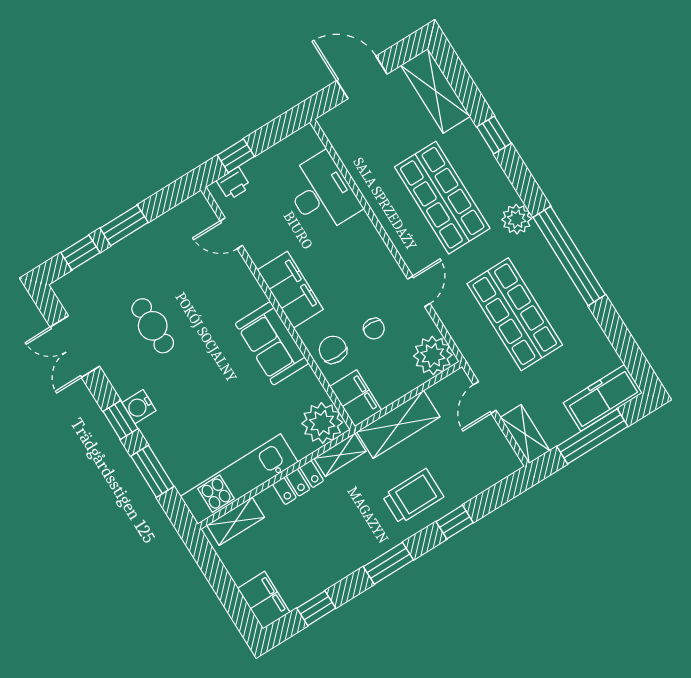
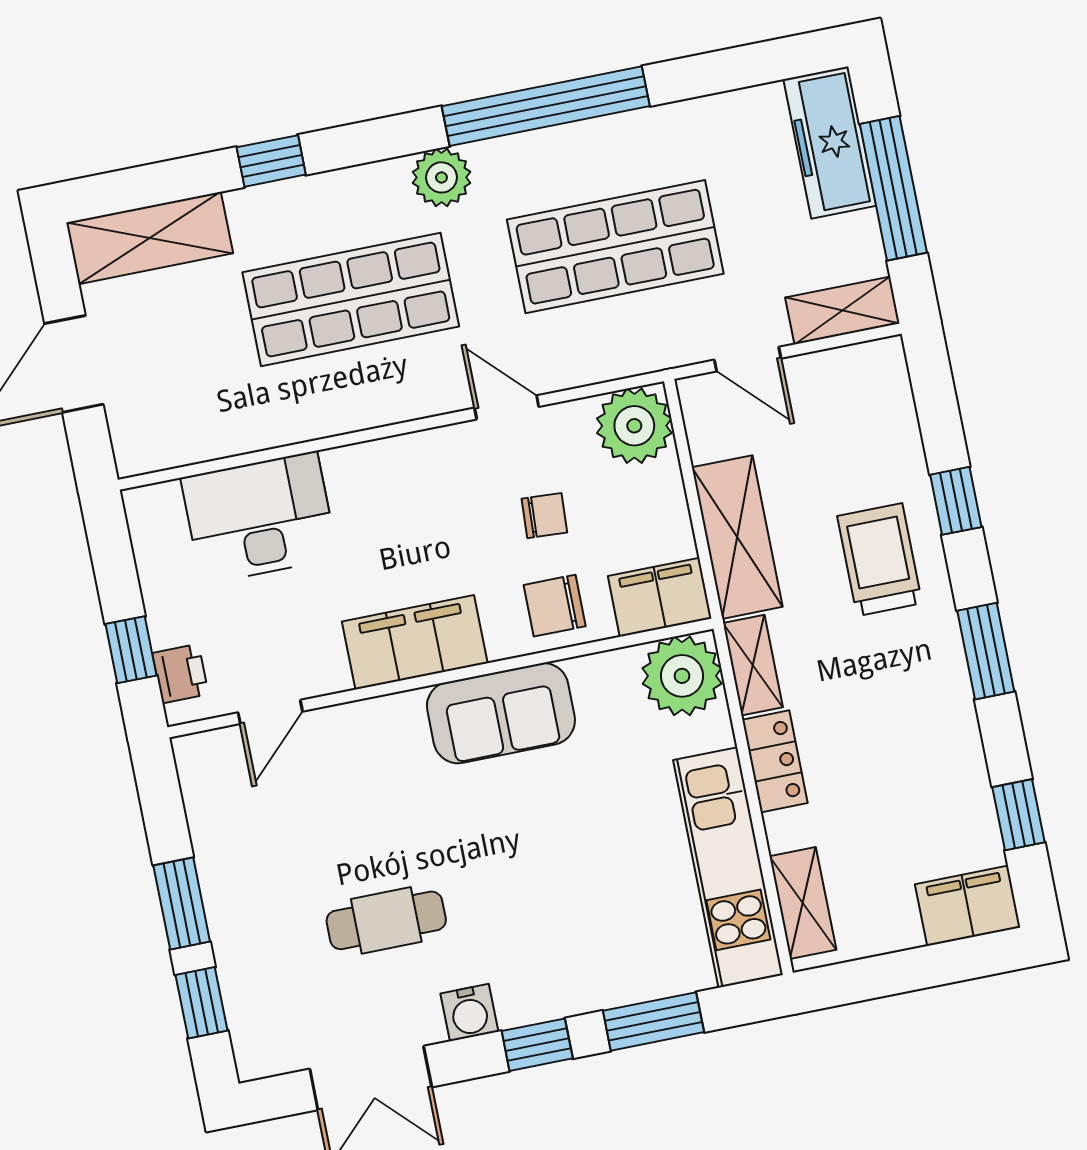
water cooler: (139, 407) -> (469, 1013), moved

